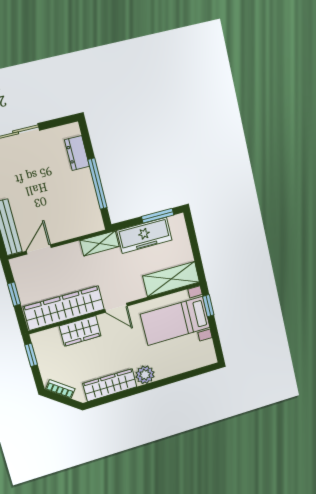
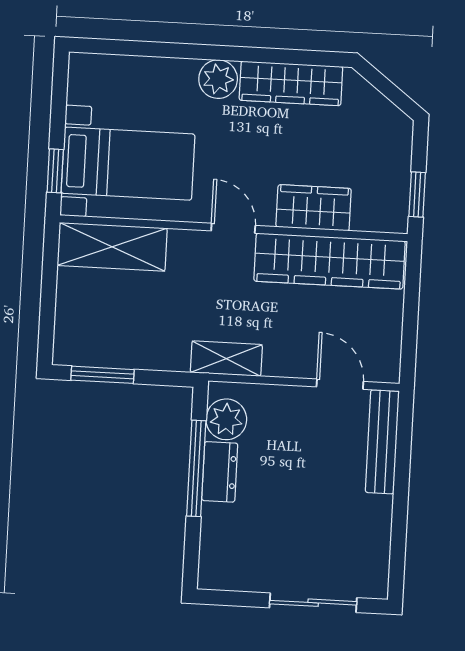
dresser: (77, 153) -> (220, 472), moved
plant: (90, 213) -> (226, 419), added
freezer: (144, 235) -> (138, 346), removed
door: (39, 249) -> (340, 384), swing flipped
window: (14, 294) -> (410, 318), removed
bookcase: (60, 389) -> (385, 110), removed

